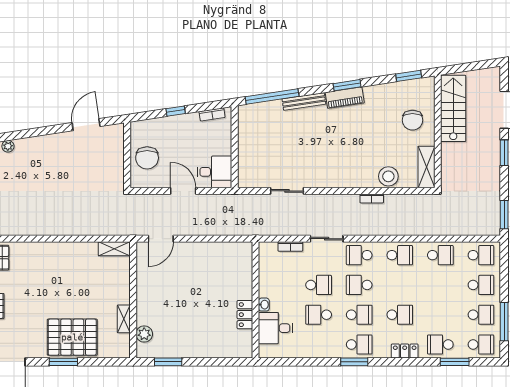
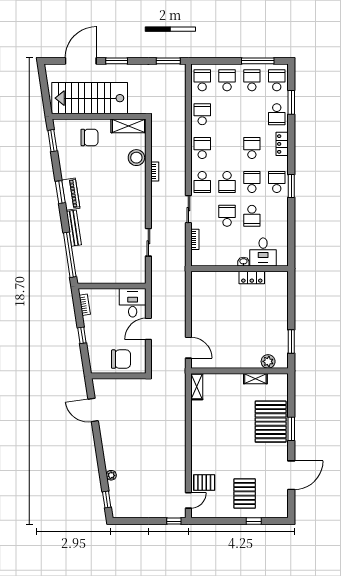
stairs: (453, 108) -> (90, 98), width x1.36, depth x1.51

